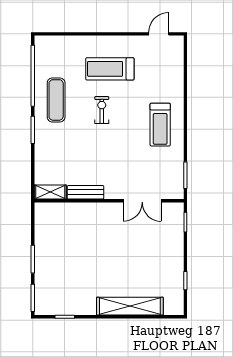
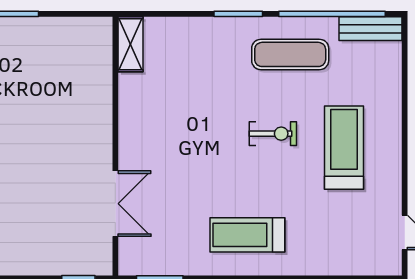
bench: (86, 192) -> (371, 29), moved, turned 90
double door: (142, 201) -> (115, 204), swing flipped

